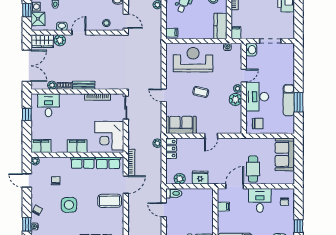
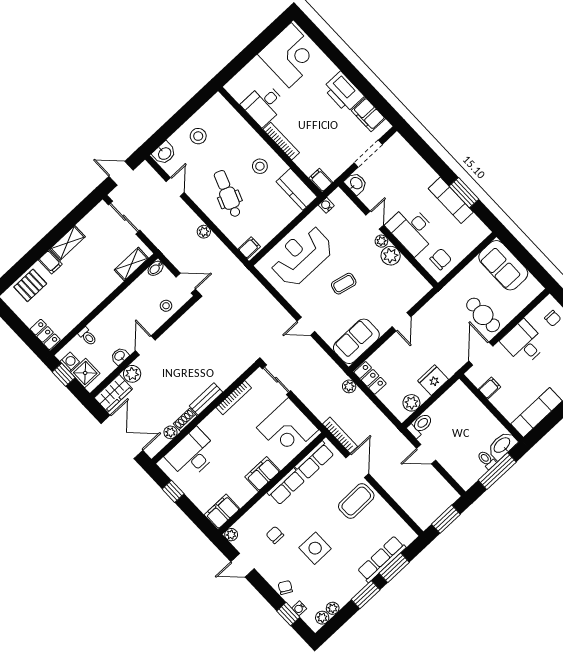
filing cabinet: (288, 22) -> (368, 115), added
desk: (48, 105) -> (192, 454), width x1.37

